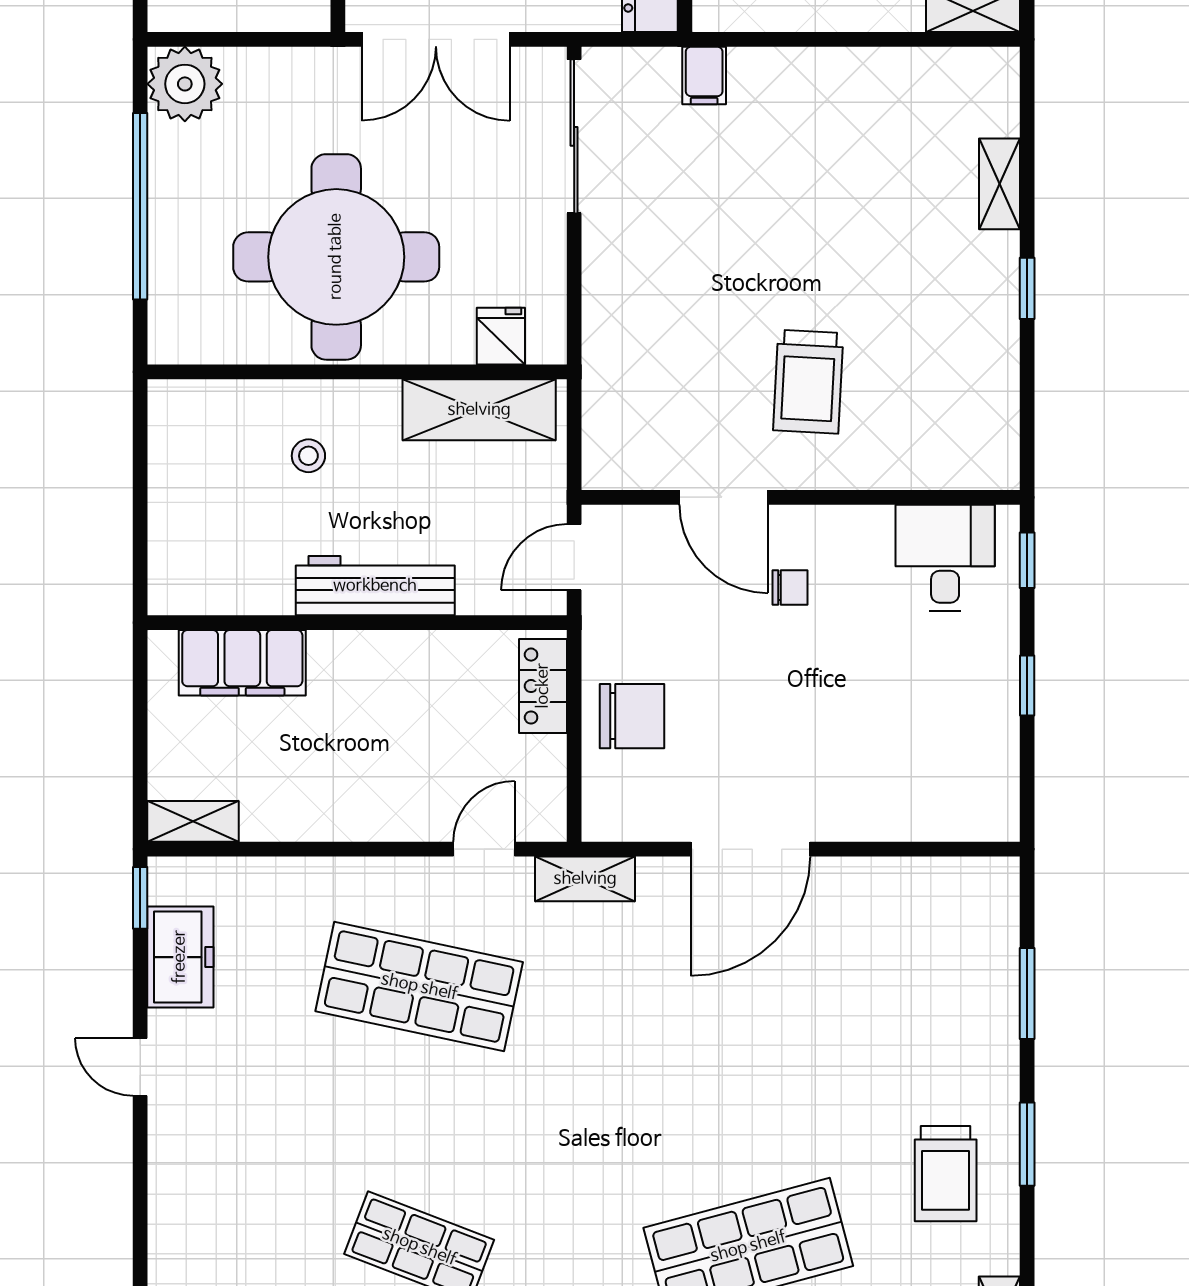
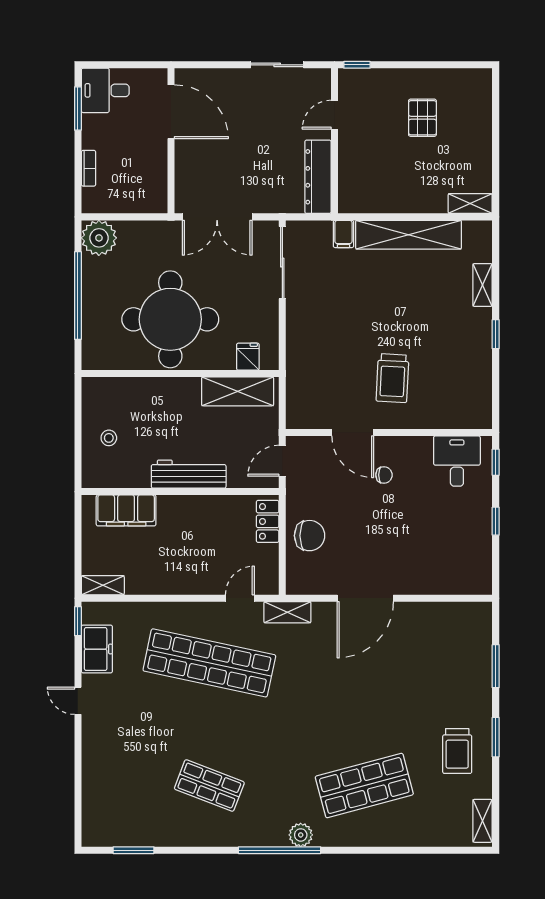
shelving: (842, 77) -> (409, 235), added
stool: (308, 456) -> (109, 438), moved
shop shelf: (419, 987) -> (209, 663), width x1.40

